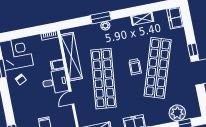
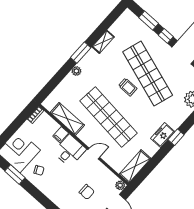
window: (101, 18) -> (81, 53), moved
freezer: (175, 18) -> (131, 20), removed
window: (189, 28) -> (149, 21), added
shelving: (71, 57) -> (67, 119), width x0.68
door: (72, 98) -> (94, 153), swing flipped

